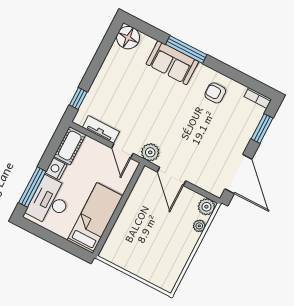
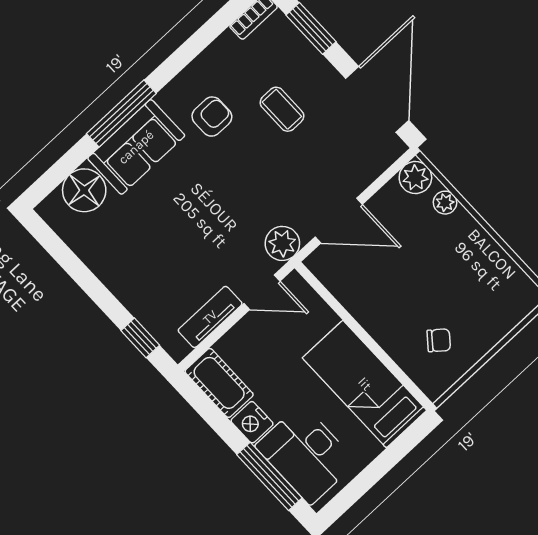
floor lamp: (128, 38) -> (84, 190), moved
armchair: (215, 93) -> (212, 117), moved, turned 180
coffee table: (217, 128) -> (282, 109), added
door: (238, 174) -> (377, 99), hinge flipped
chair: (130, 247) -> (439, 340), added

